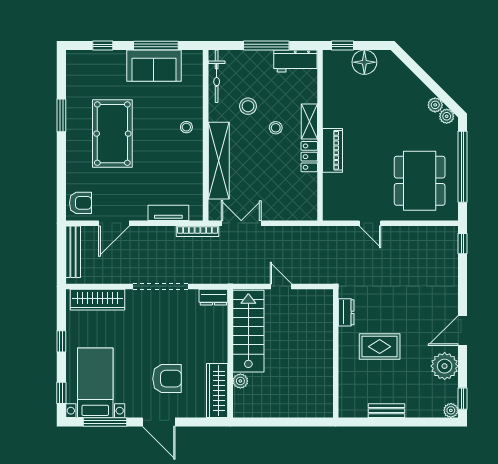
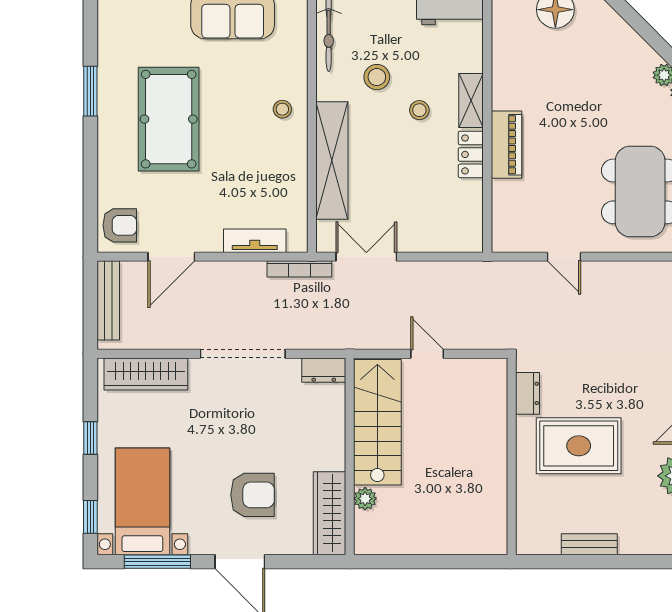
rug: (380, 347) -> (579, 446), width x1.36, depth x1.43

